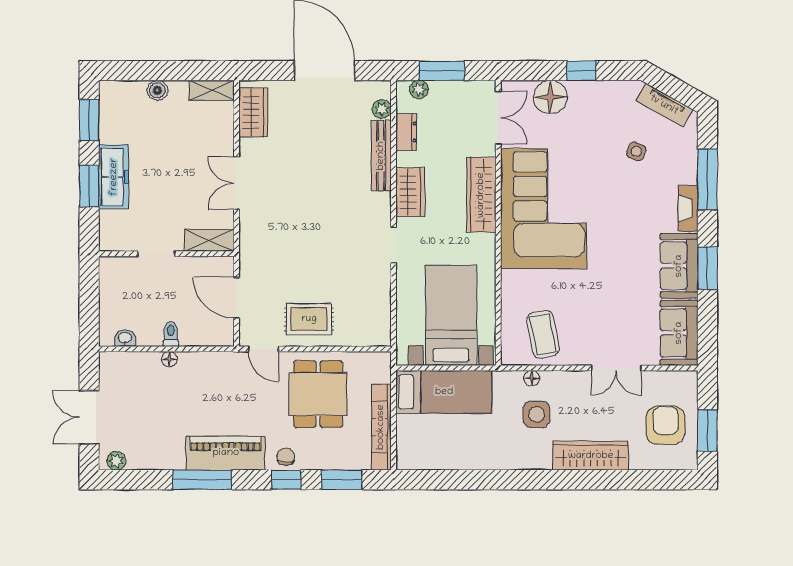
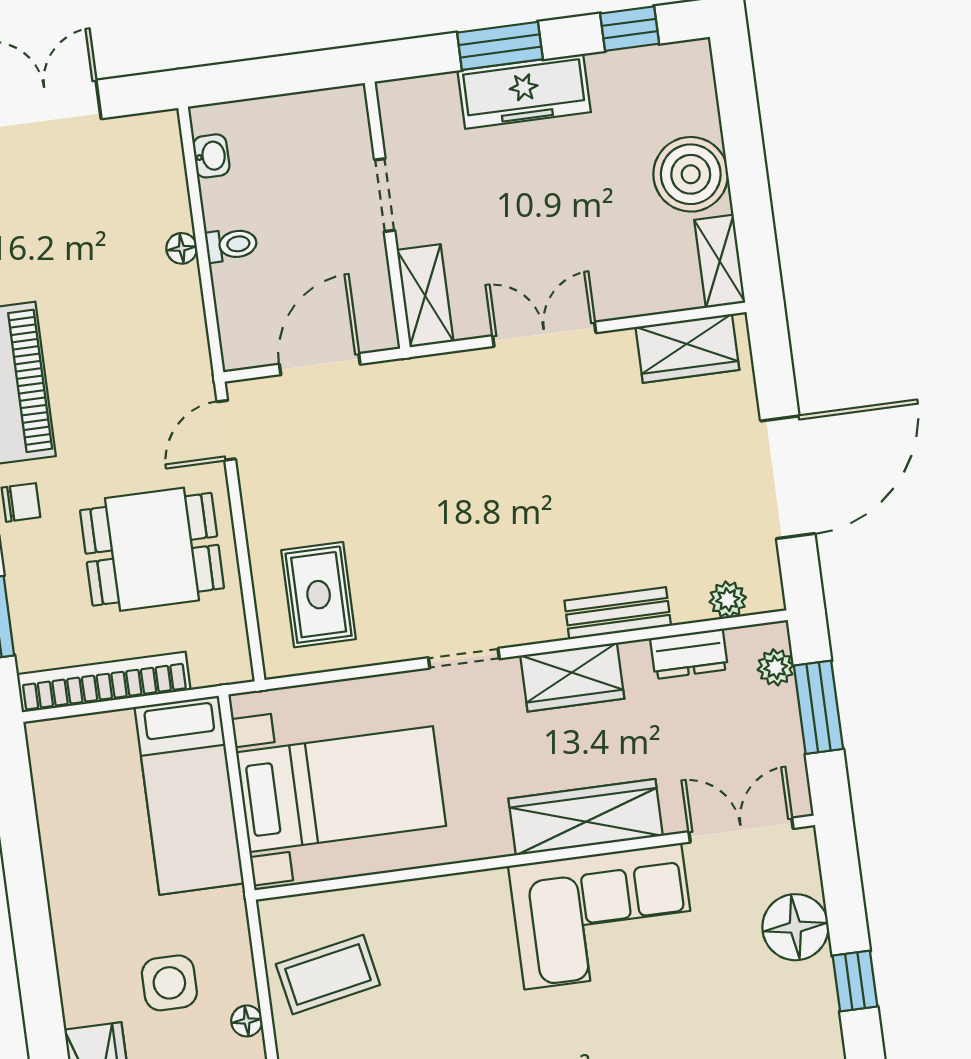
boiler: (157, 90) -> (691, 174), width x1.86, depth x1.86
double door: (498, 118) -> (741, 830), swing flipped
window: (89, 120) -> (630, 29), width x0.67
bench: (381, 156) -> (618, 613), width x0.73
corner sofa: (543, 209) -> (603, 916), width x0.73, depth x0.74
rug: (309, 319) -> (319, 595), moved
floor lamp: (532, 378) -> (247, 1021), moved

